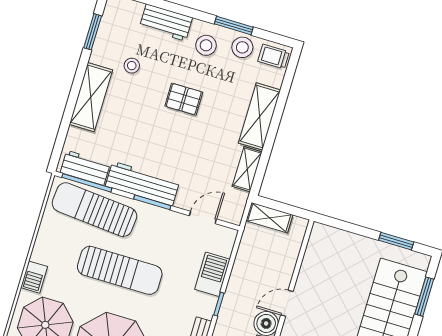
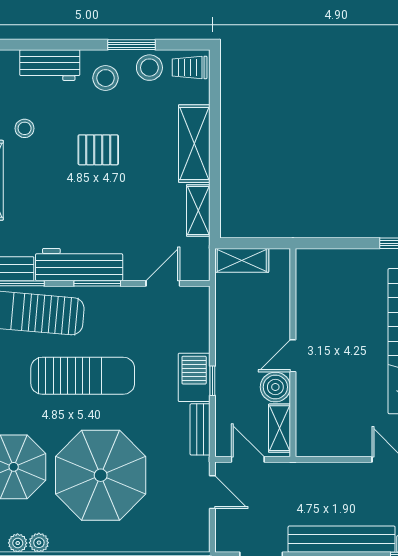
barbecue: (212, 274) -> (194, 377), moved

